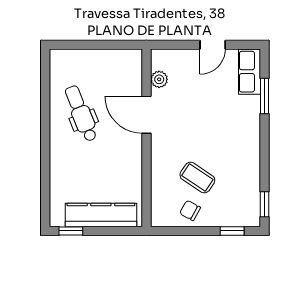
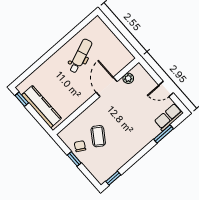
window: (232, 231) -> (74, 159), moved

